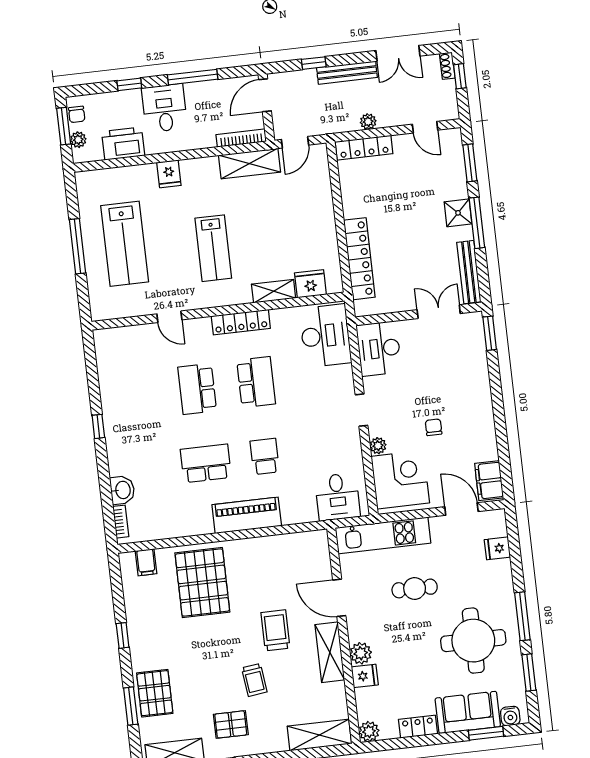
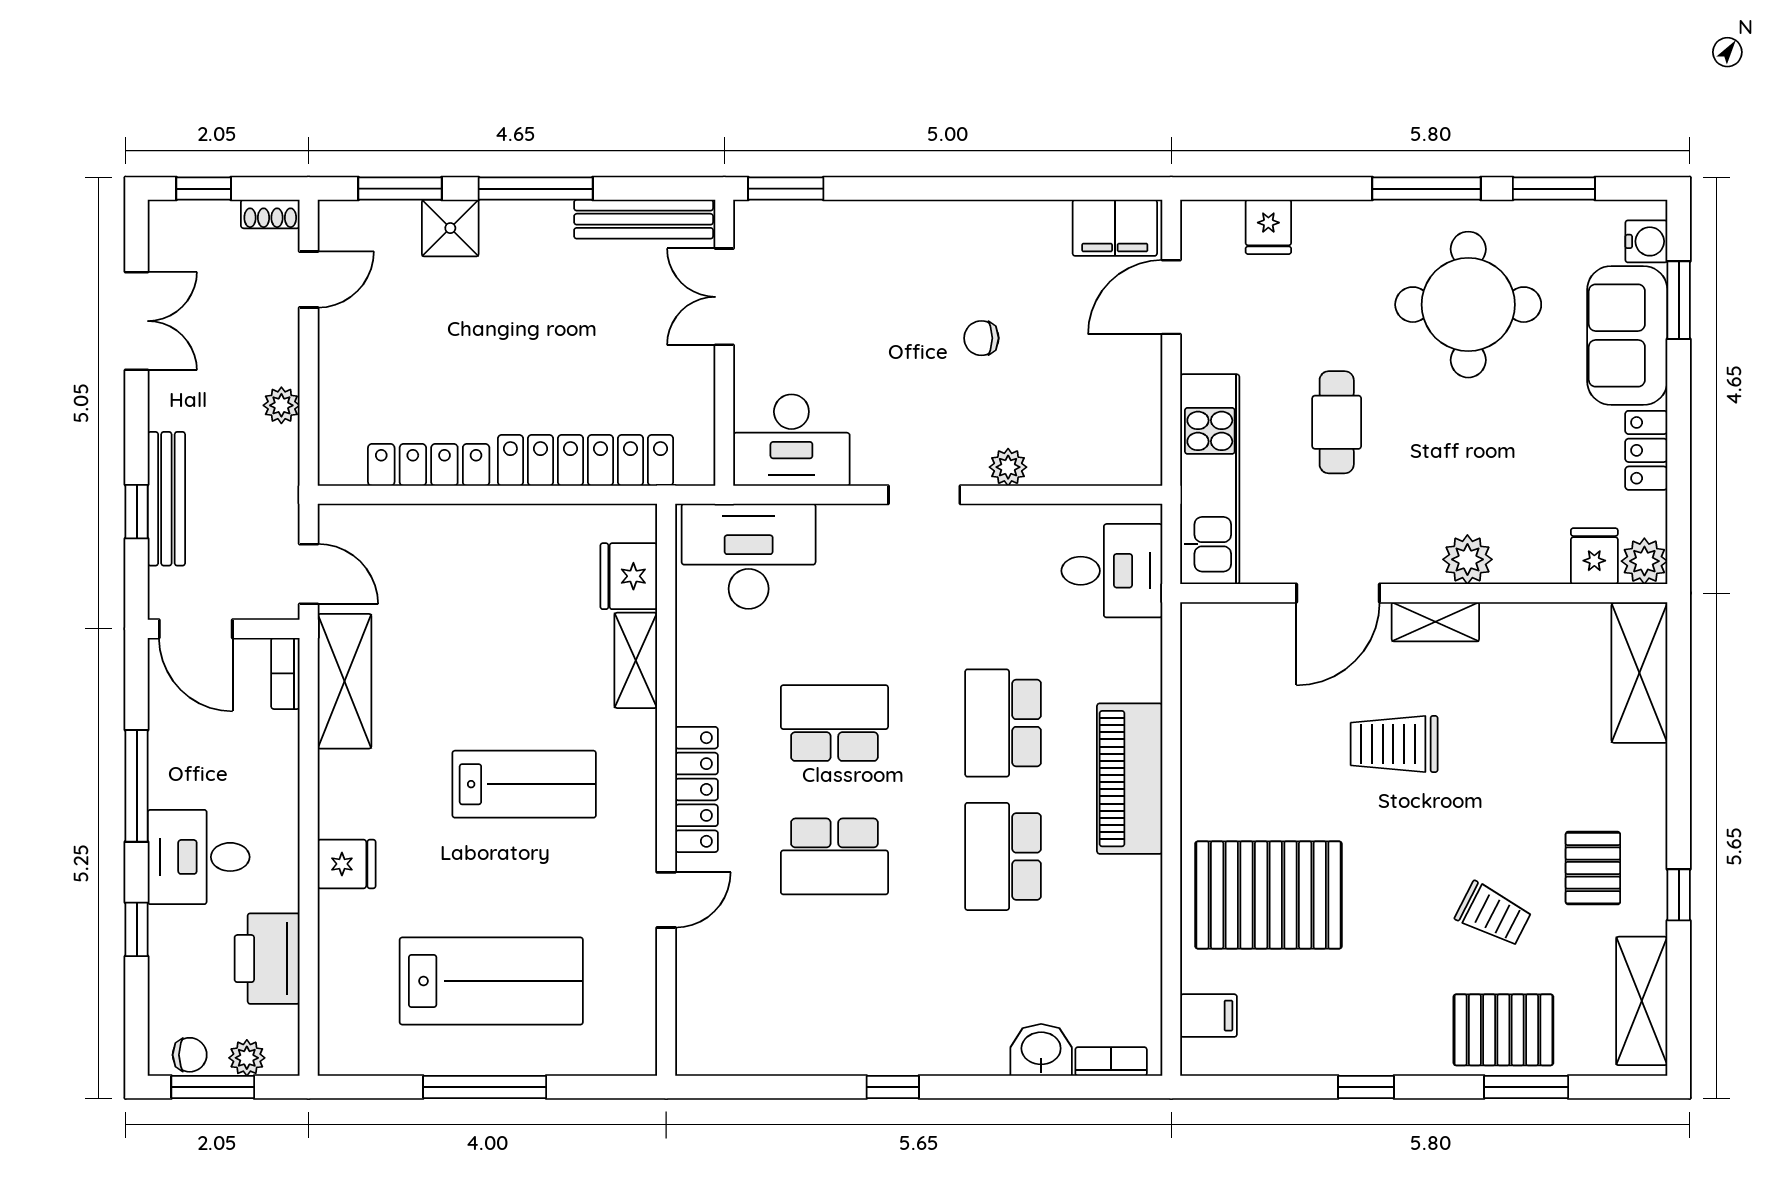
shoe rack: (447, 66) -> (270, 214), moved
bench: (347, 73) -> (166, 499), moved
bookcase: (241, 138) -> (285, 673), width x0.64
locker: (364, 148) -> (429, 465), moved, turned -90
shower: (458, 213) -> (450, 228), moved
locker: (241, 322) -> (697, 789), moved
school desk: (265, 457) -> (1003, 723), width x1.85
corner desk: (400, 480) -> (1090, 426), removed
shelving: (330, 652) -> (1435, 622), width x0.67, depth x0.75
fridge: (365, 676) -> (1594, 556), moved
trolley: (254, 680) -> (1493, 914), moved, turned 34

